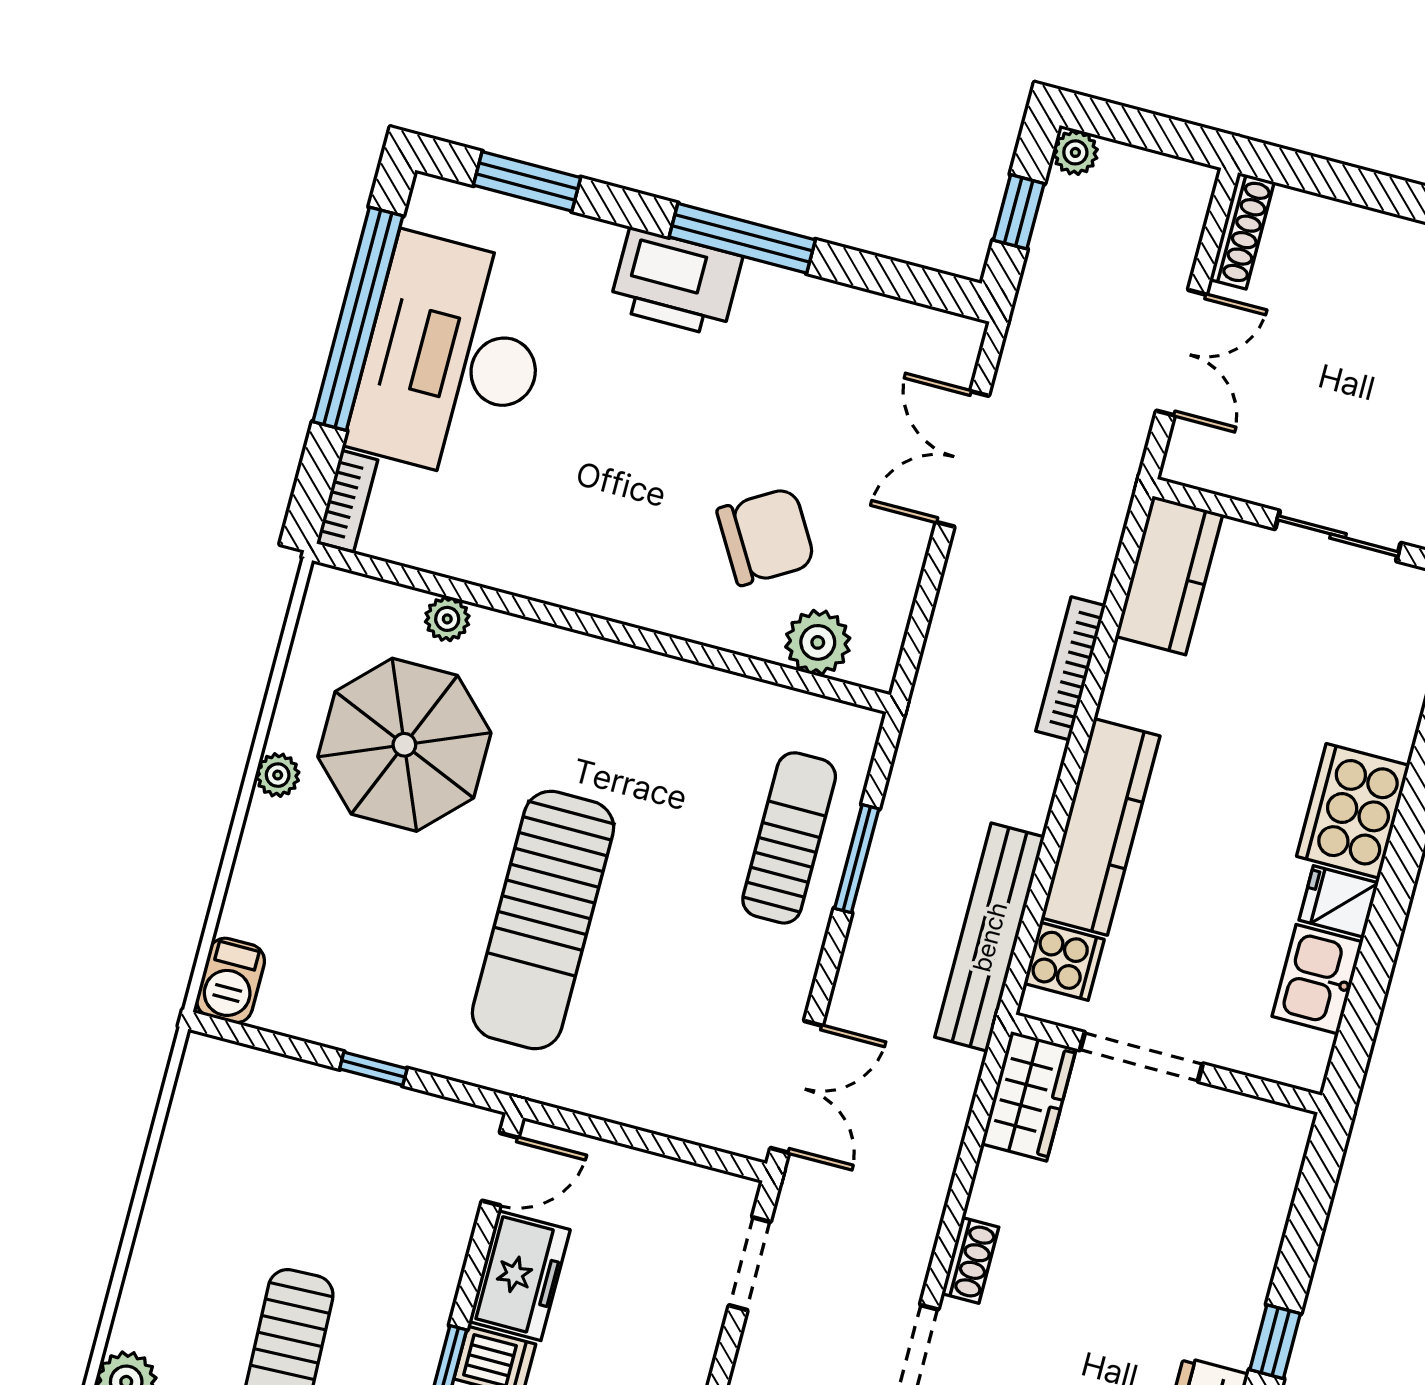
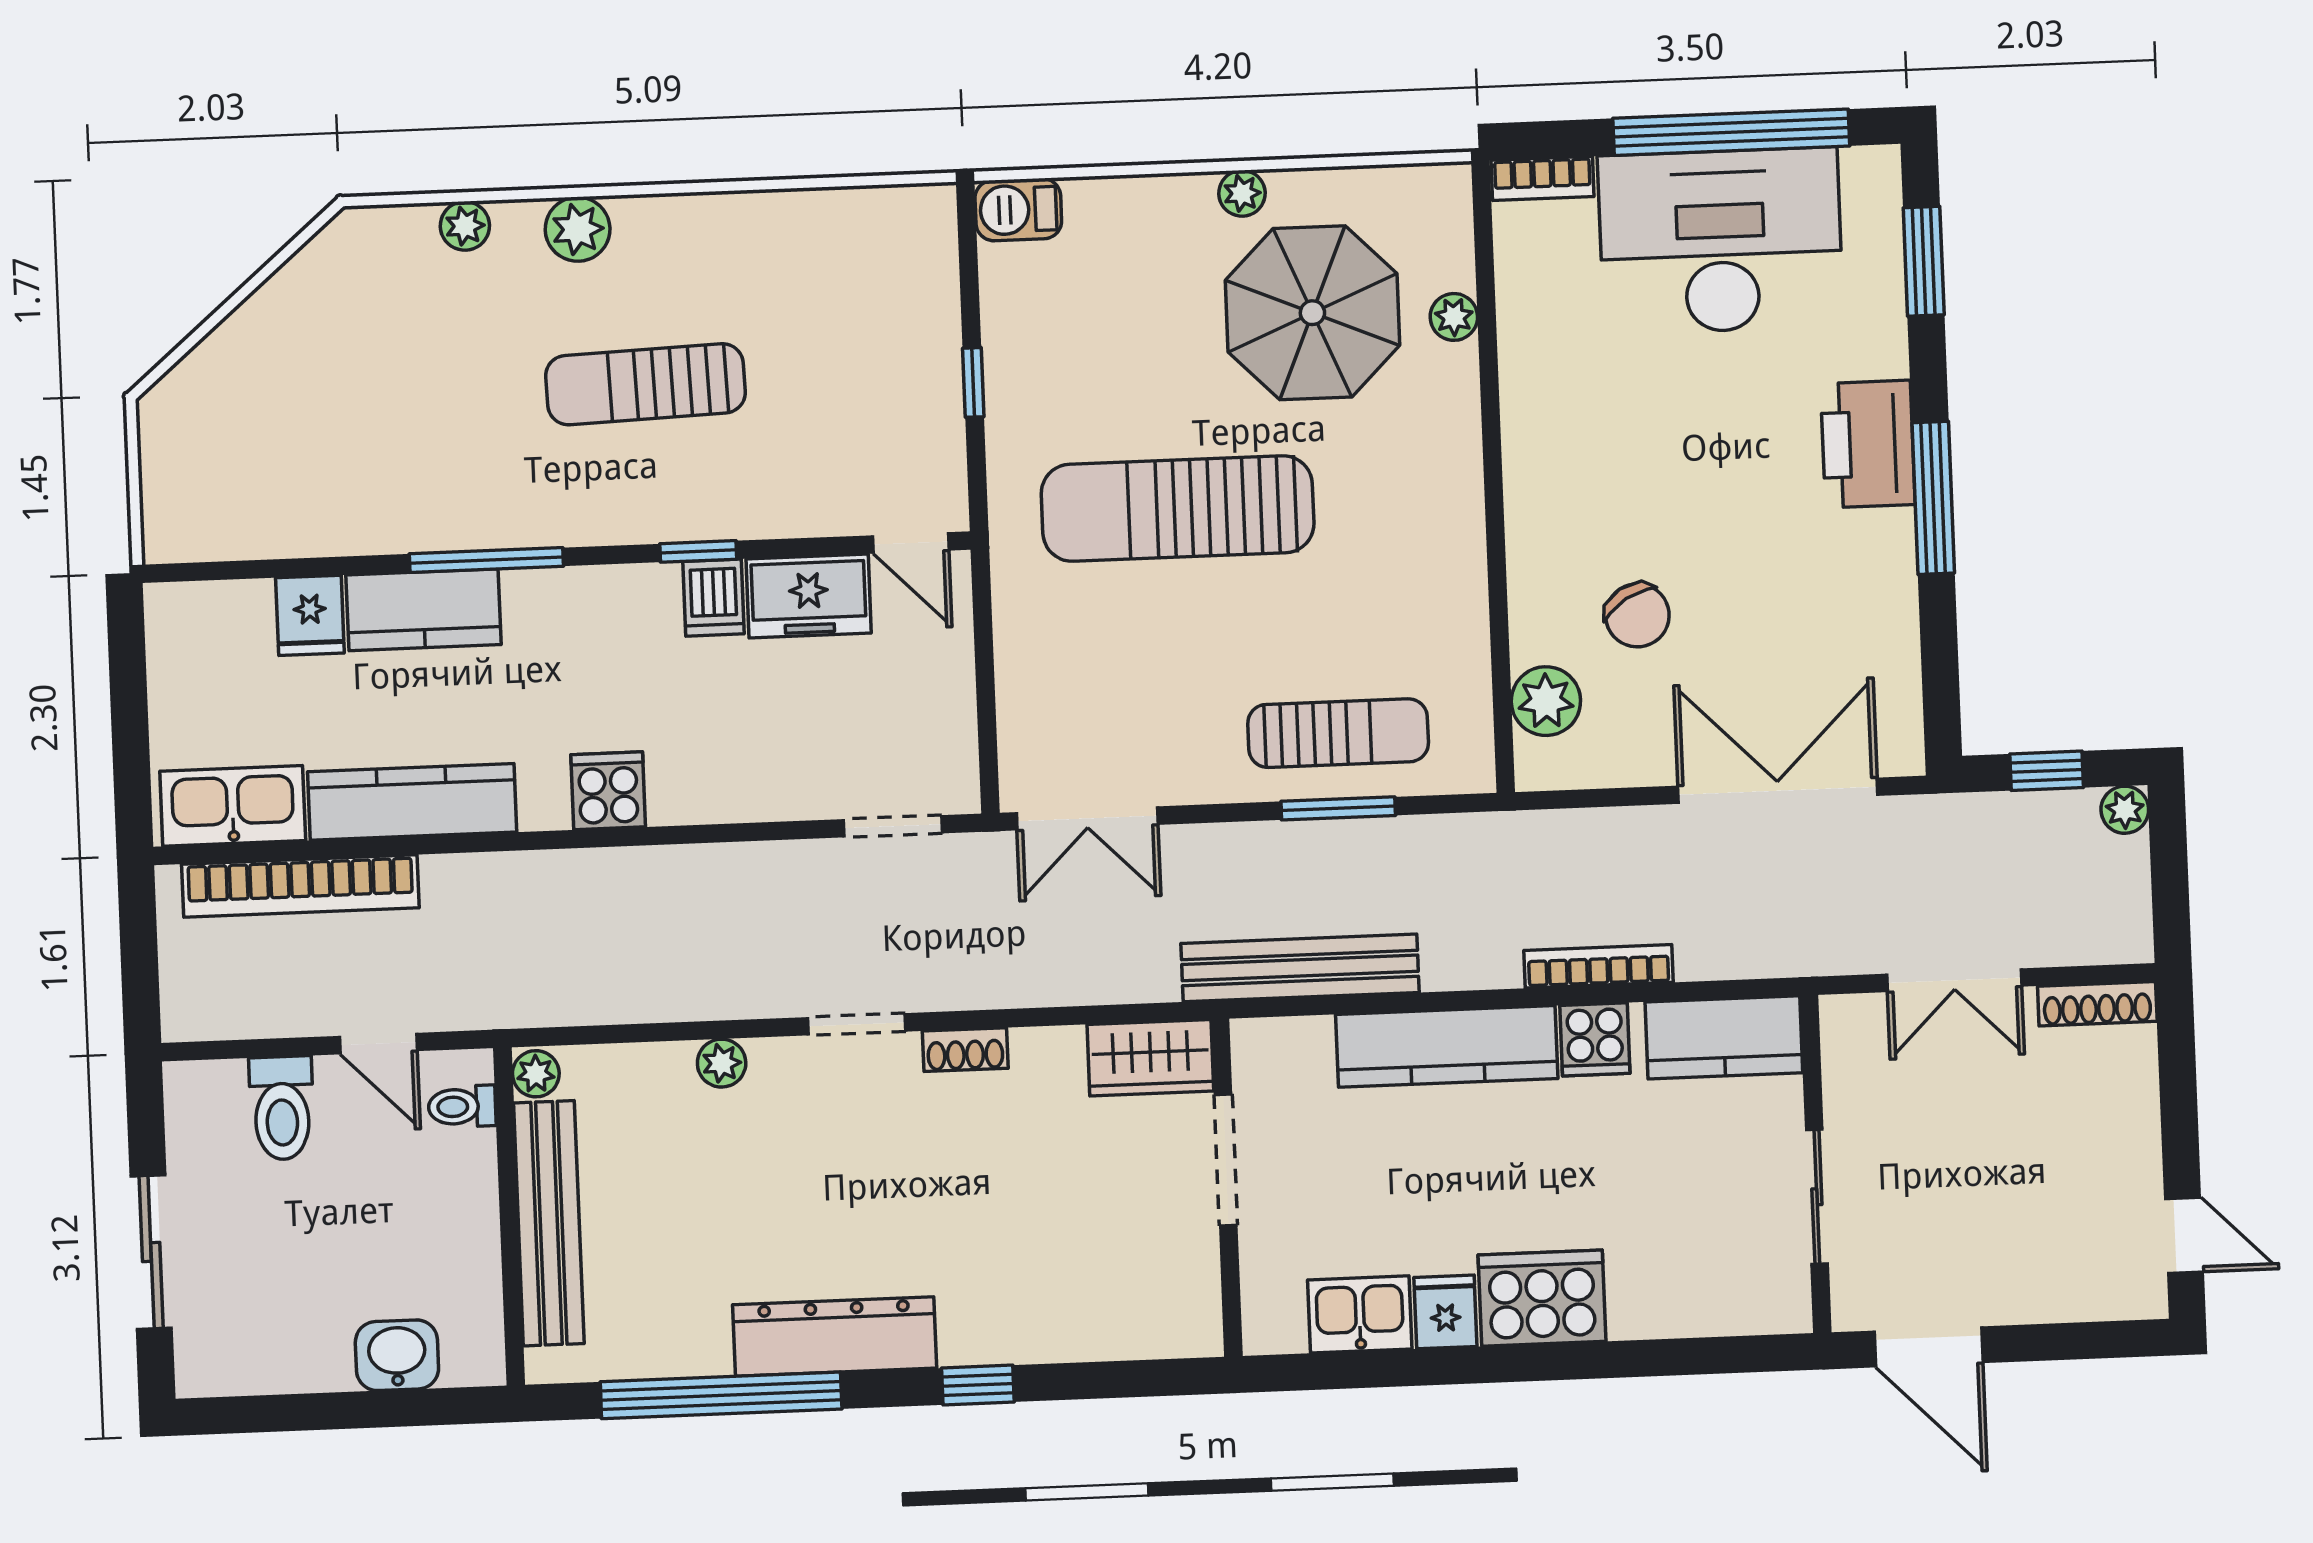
double door: (962, 459) -> (1778, 791), width x1.37
chair: (766, 537) -> (1637, 615), width x0.73, depth x0.73
cooker: (1064, 961) -> (1595, 1039), moved

